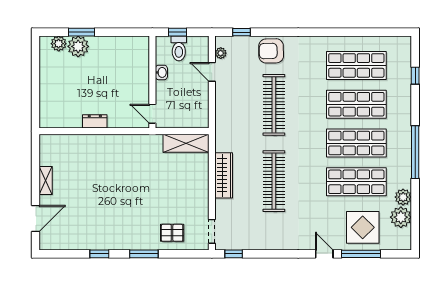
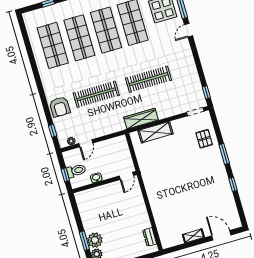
dresser: (95, 121) -> (150, 237), moved
shelving: (186, 143) -> (156, 132), moved, turned 90
wardrobe: (224, 175) -> (141, 119), moved

